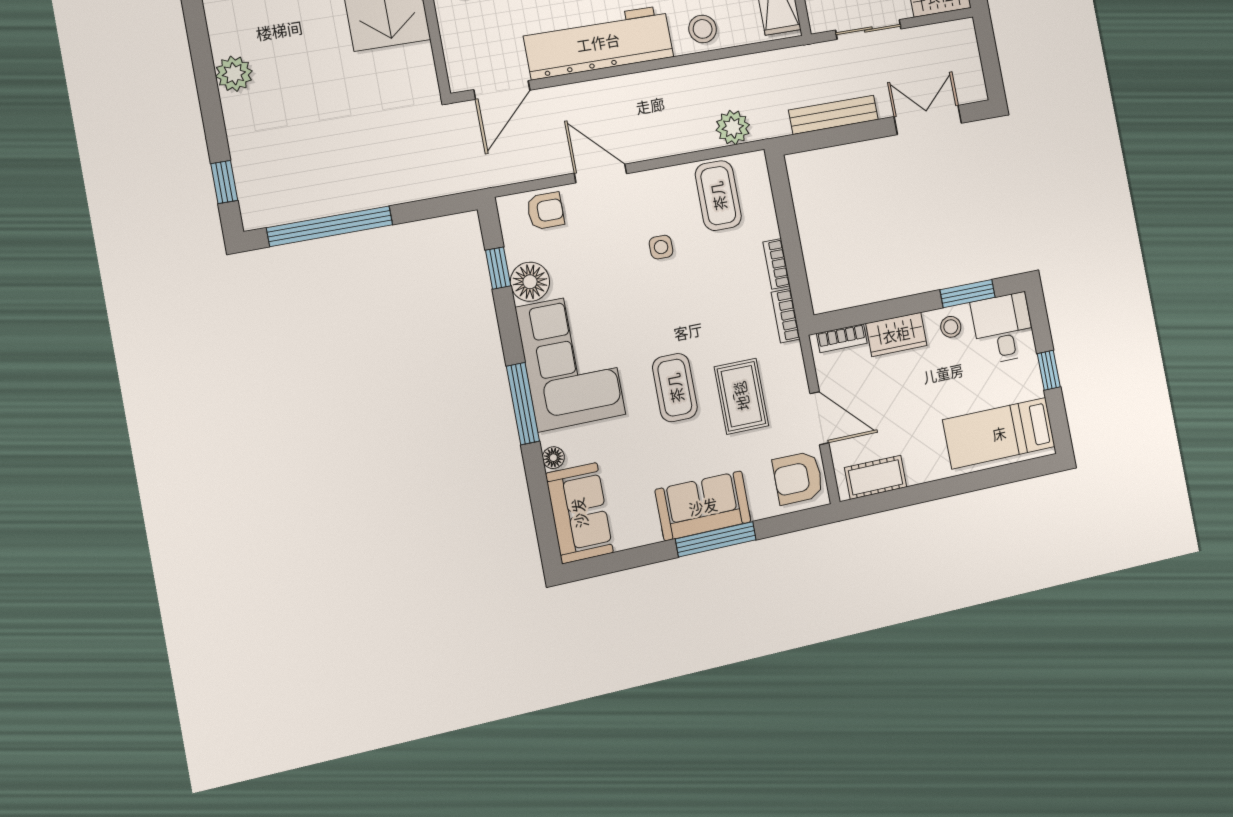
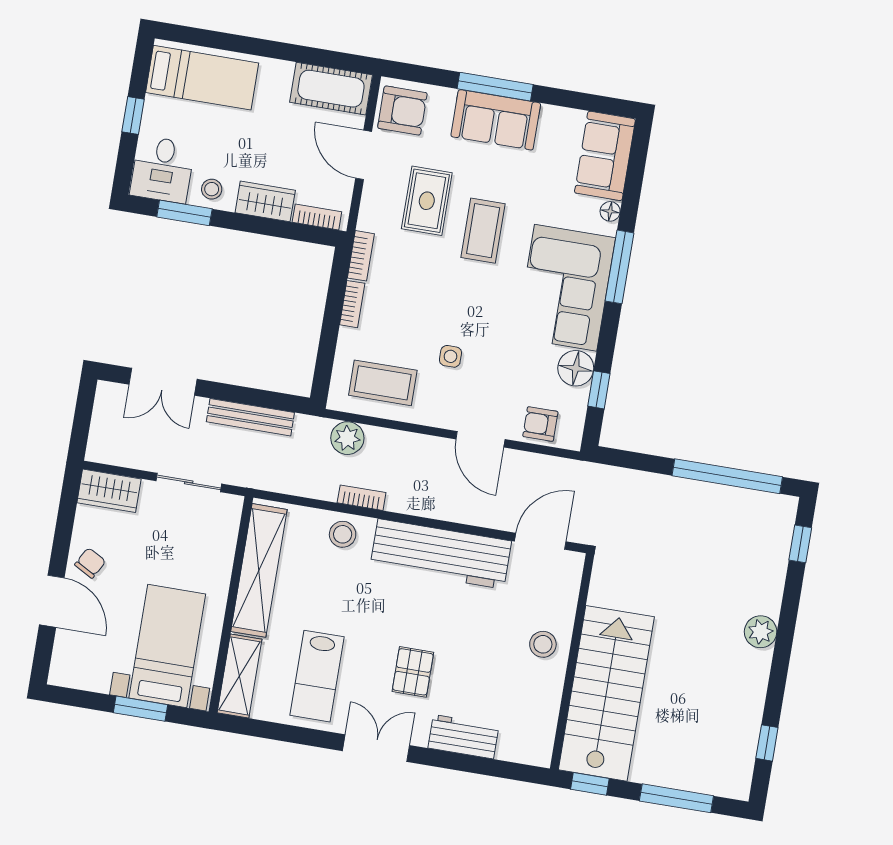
bookcase: (697, 72) -> (362, 498), added
coffee table: (718, 196) -> (383, 383), turned 90
cot: (876, 477) -> (331, 89), width x1.37, depth x1.34

